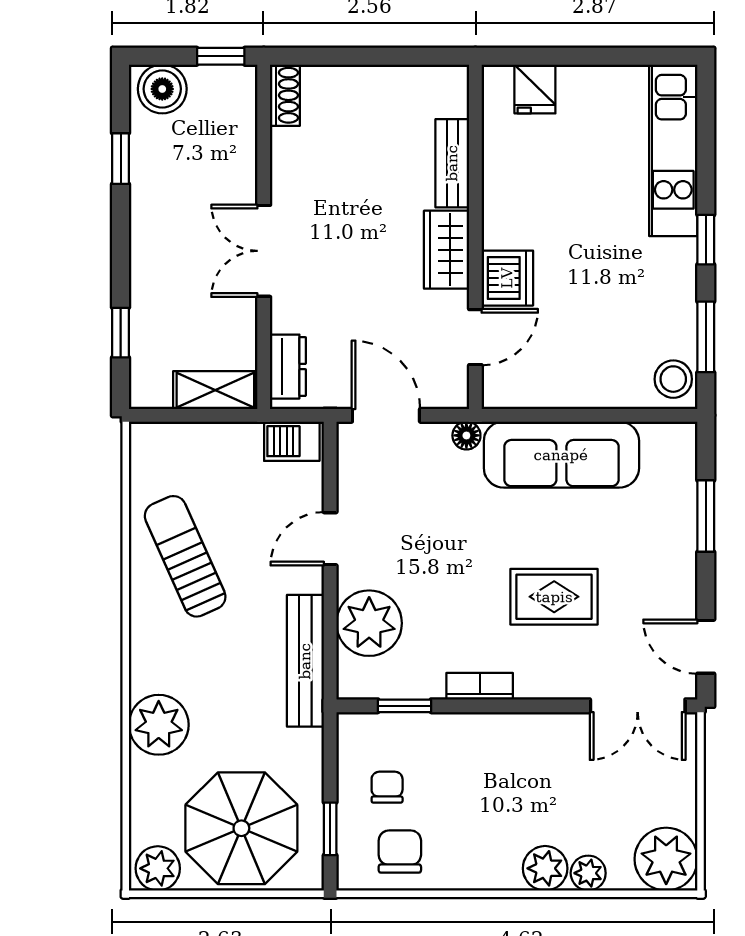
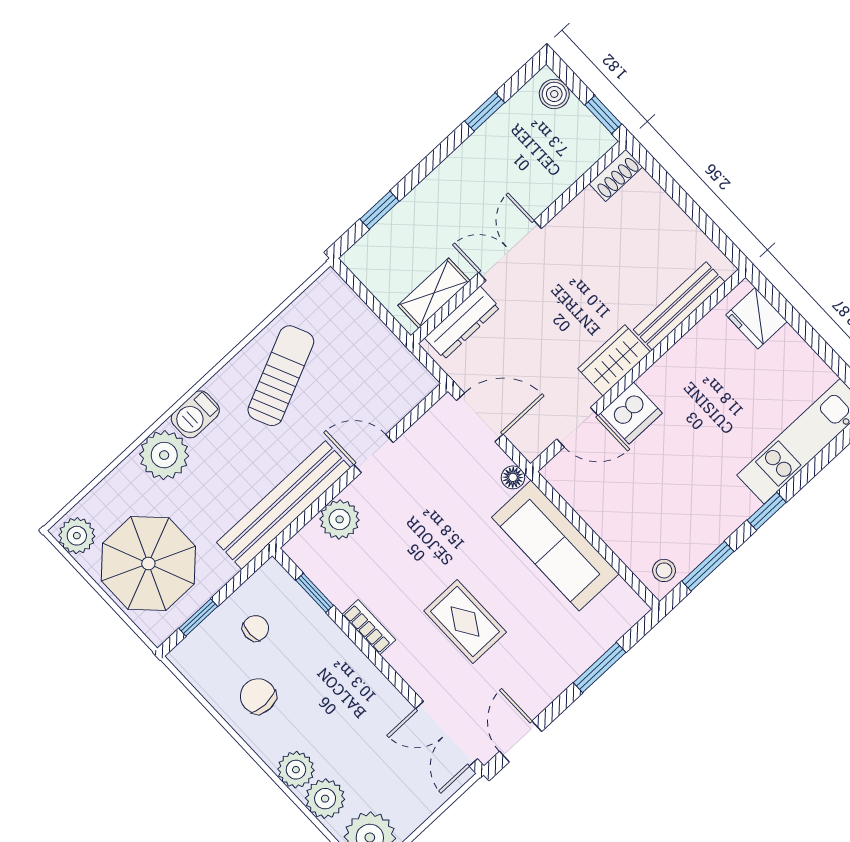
boiler: (162, 89) -> (554, 94), width x0.73, depth x0.73
fridge: (535, 89) -> (757, 318), width x1.38
bench: (452, 163) -> (679, 306), width x1.36
dresser: (288, 367) -> (462, 323), width x1.44
stool: (673, 379) -> (664, 570), width x0.73, depth x0.73
shelving: (215, 390) -> (434, 293), moved, turned 90
door: (386, 415) -> (480, 417), hinge flipped
barbecue: (292, 441) -> (195, 414), moved, turned -90
plant: (369, 623) -> (340, 519), width x0.73, depth x0.73
bench: (305, 661) -> (284, 505), width x1.37, depth x1.21
chair: (400, 852) -> (258, 696), moved, turned -90
plant: (588, 873) -> (325, 799), width x1.38, depth x1.38

